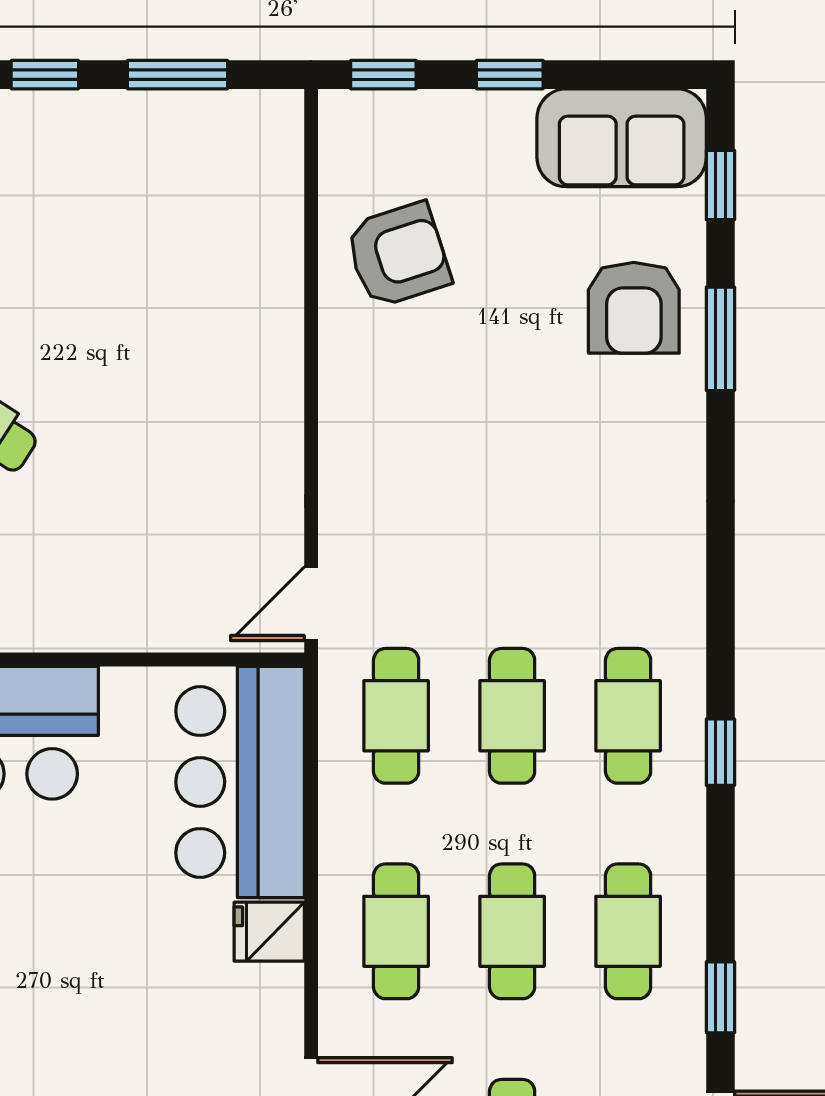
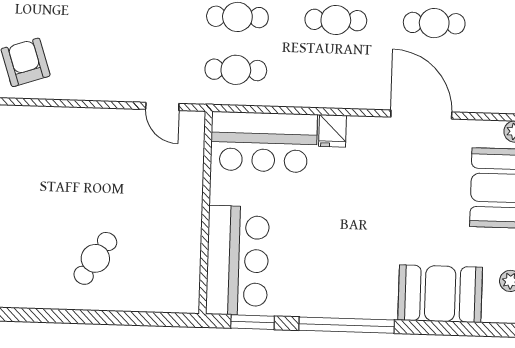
door: (311, 604) -> (162, 106), moved
cafe table: (396, 931) -> (334, 73), removed

